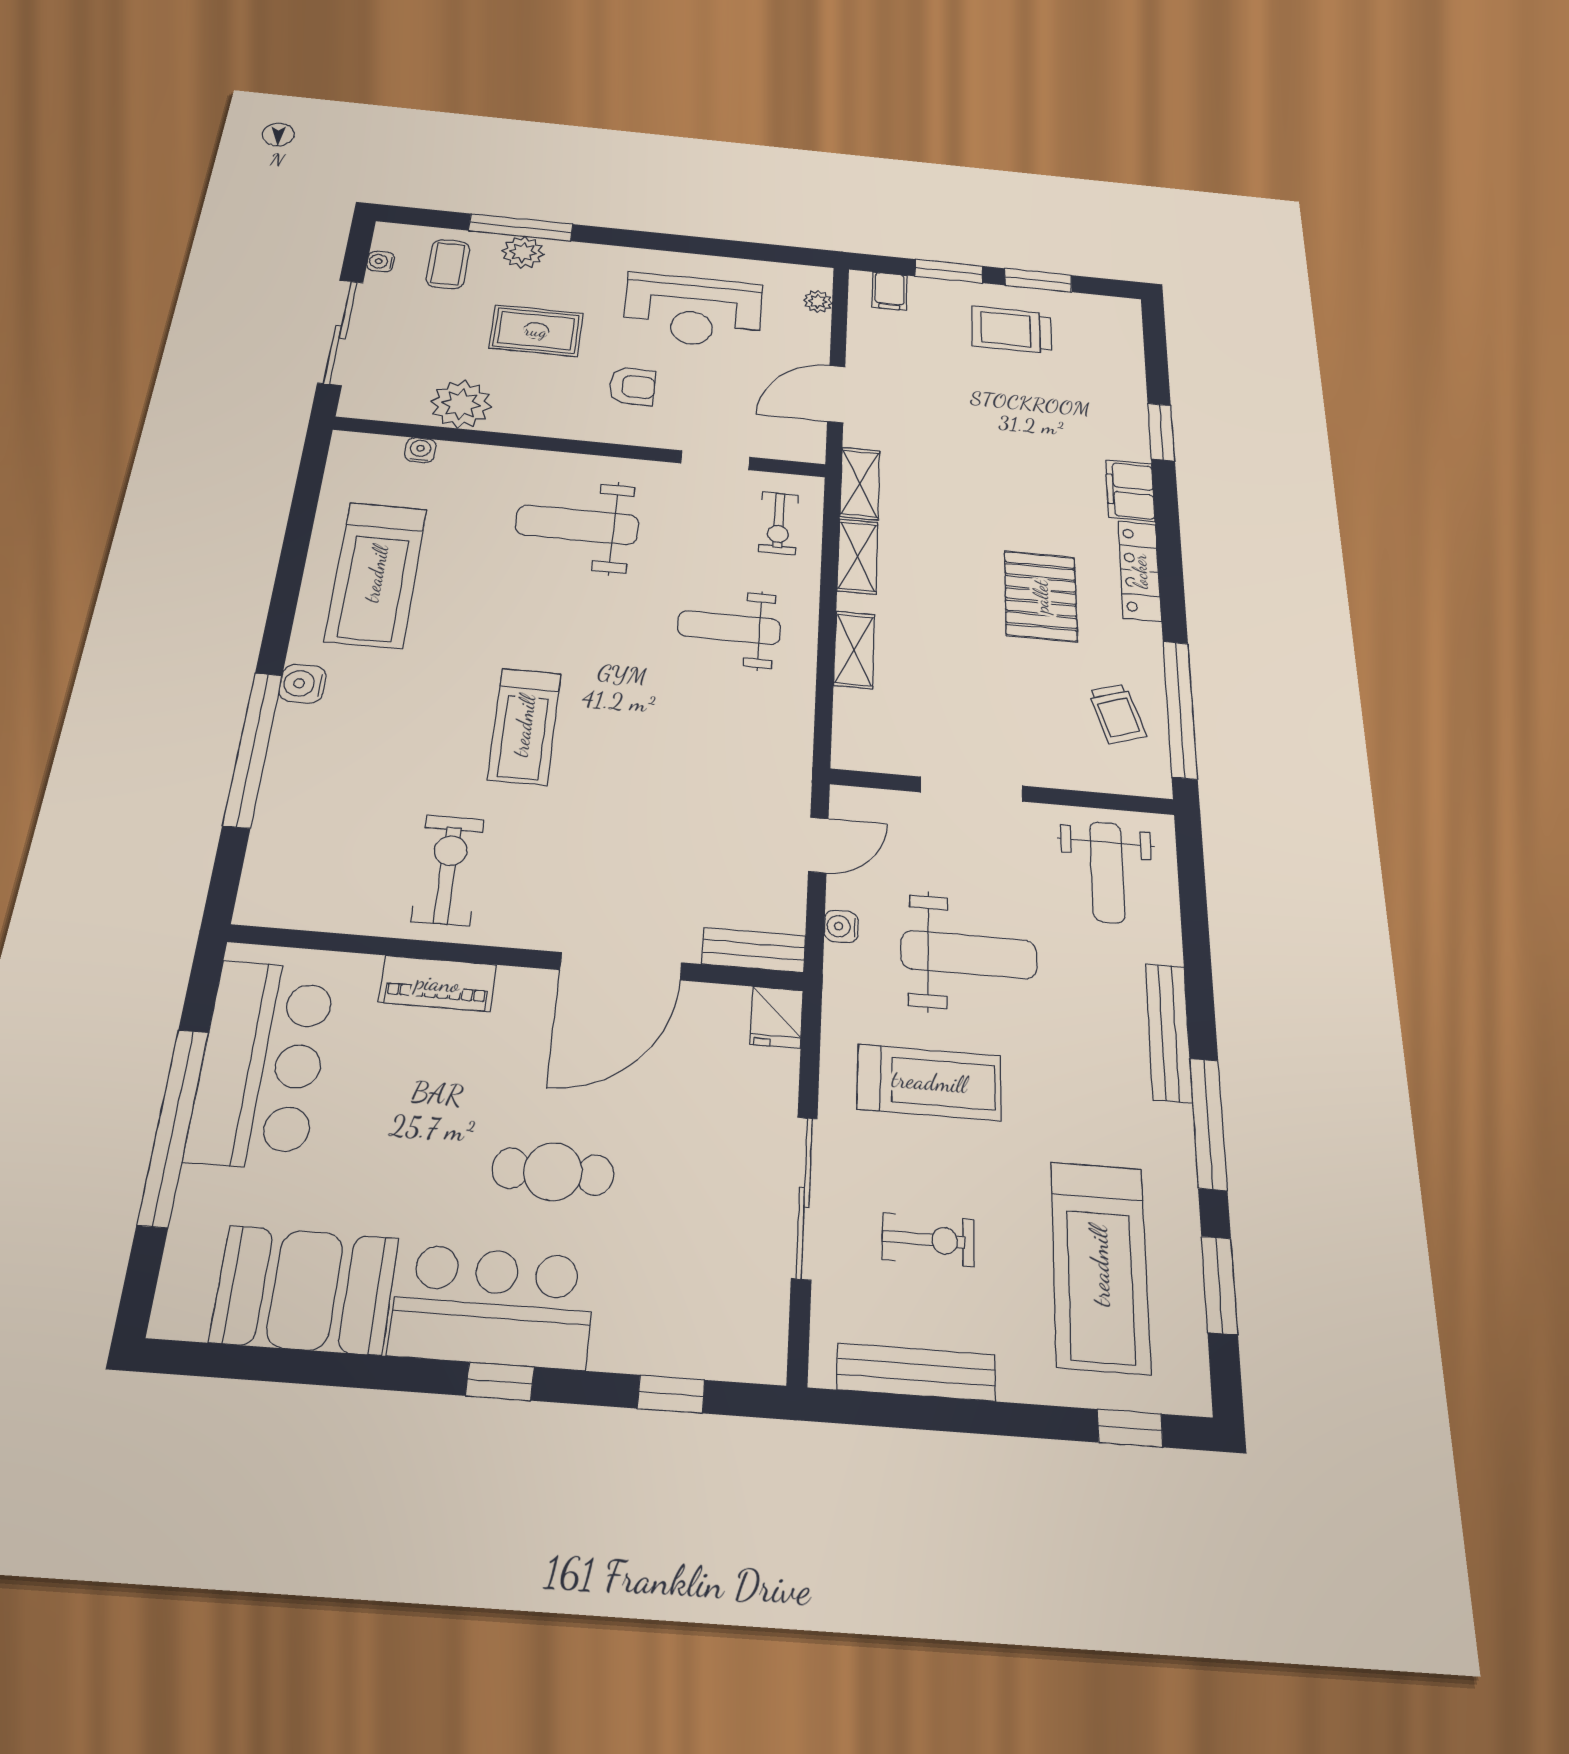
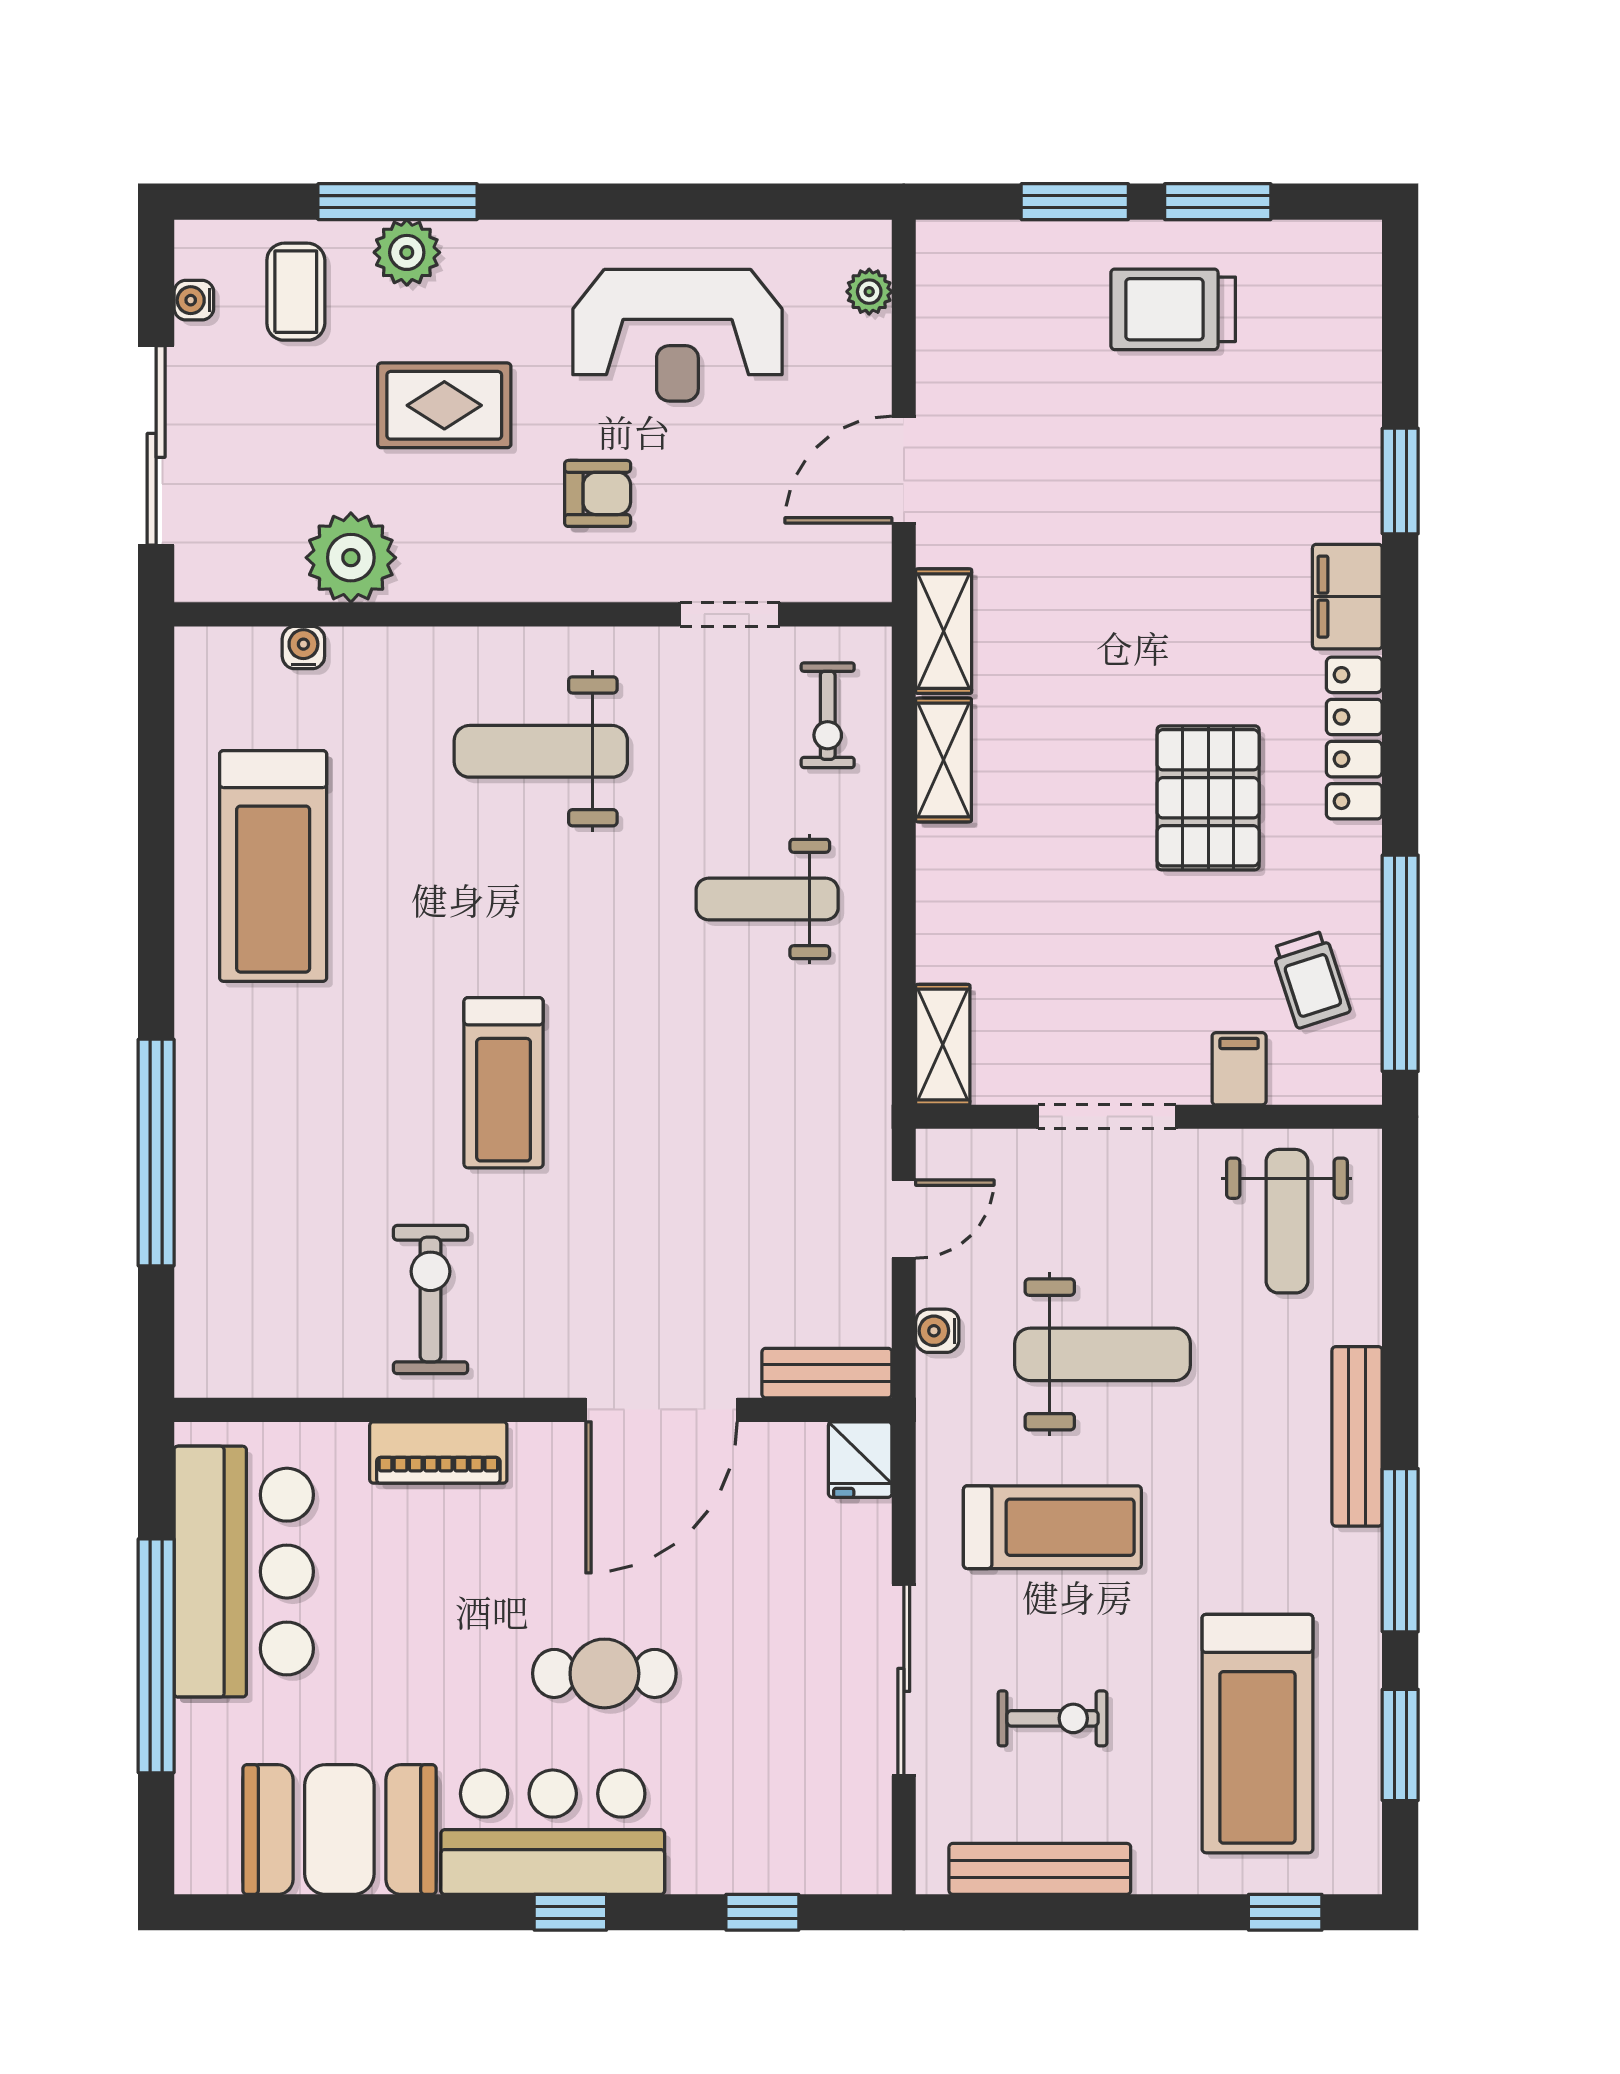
filing cabinet: (890, 291) -> (1239, 1069), moved, turned 180
shelving: (854, 650) -> (943, 1045), moved
water cooler: (302, 684) -> (203, 1049), removed

